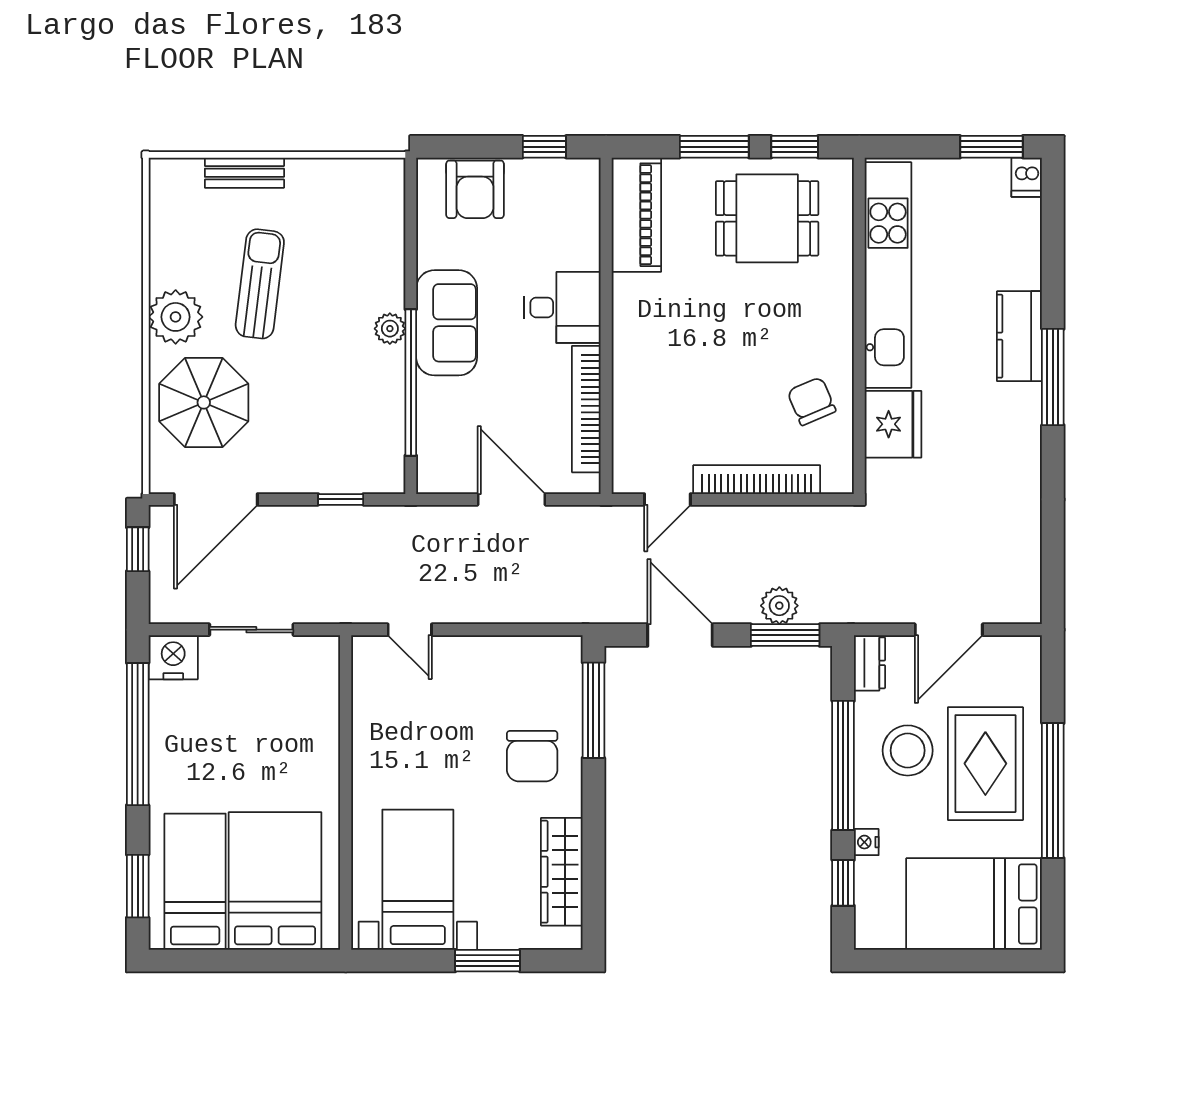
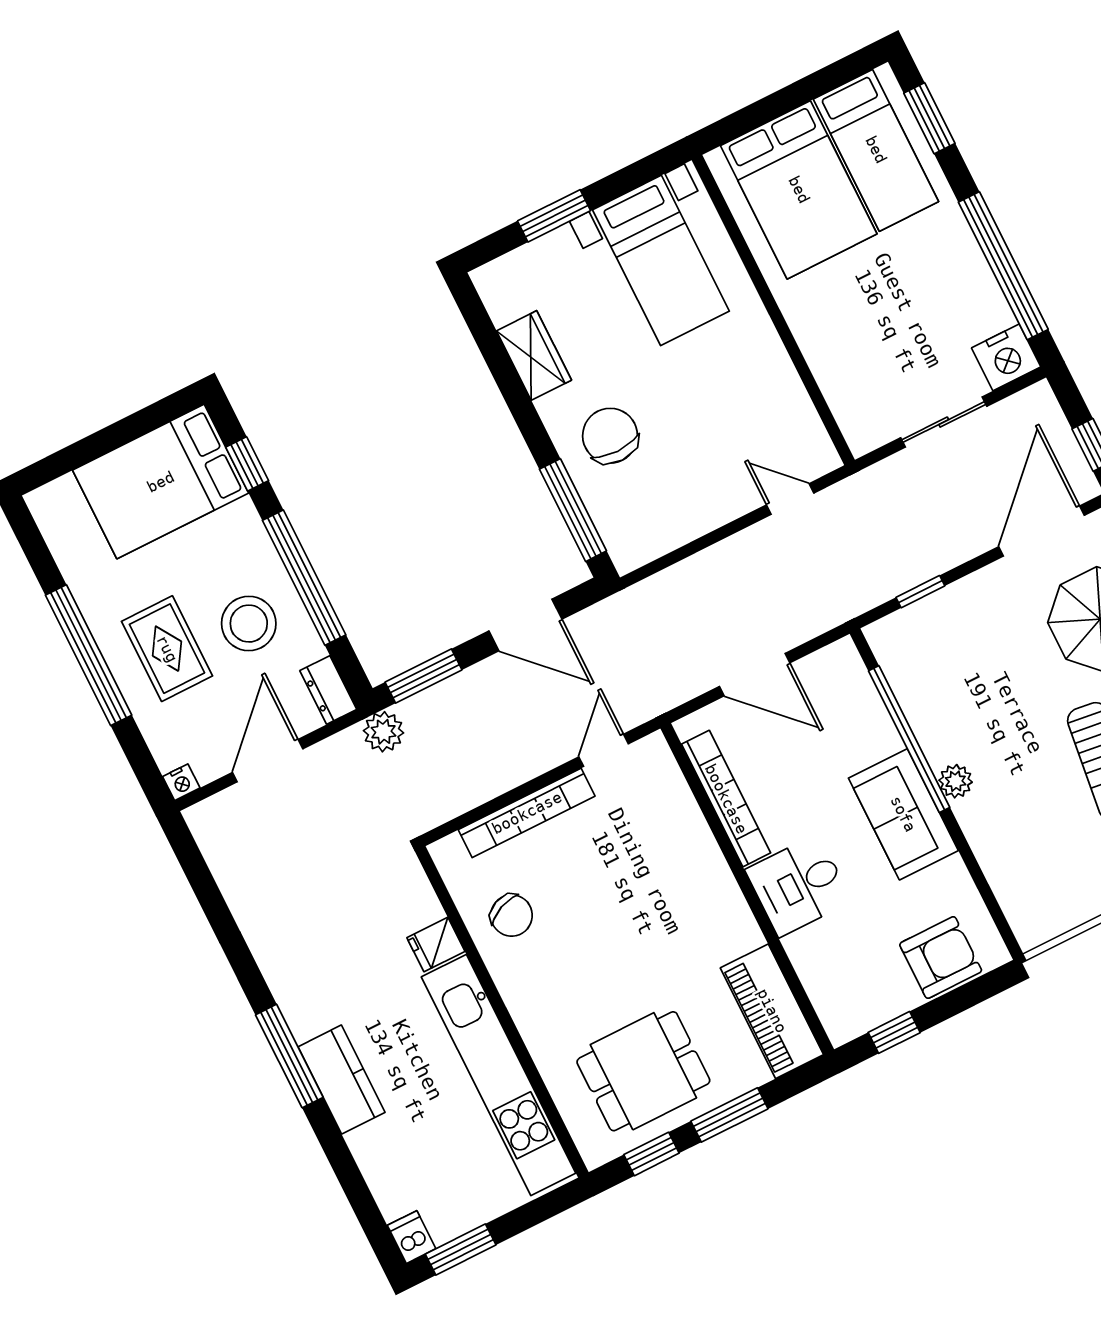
armchair: (475, 189) -> (941, 958), turned 90
fridge: (893, 424) -> (436, 945), width x0.53, depth x0.75
plant: (779, 606) -> (383, 732), moved
rug: (985, 764) -> (167, 649), width x0.73, depth x0.70
nightstand: (866, 842) -> (181, 782), moved, turned 90
wardrobe: (562, 872) -> (534, 355), width x0.67
bed: (974, 904) -> (161, 482), moved, turned 180

